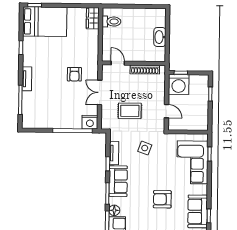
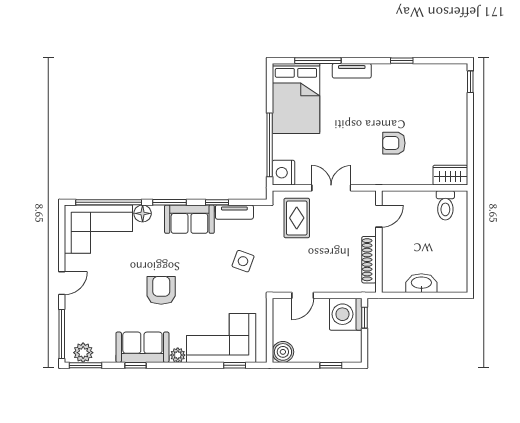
bed: (45, 22) -> (296, 98), moved
armchair: (74, 74) -> (394, 143), moved
rug: (130, 111) -> (297, 218), moved
boiler: (202, 124) -> (283, 352), added
plant: (203, 189) -> (178, 355), added

